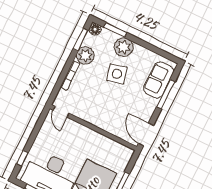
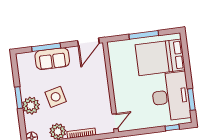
window: (115, 30) -> (19, 98), moved
sofa: (159, 80) -> (52, 59), moved

